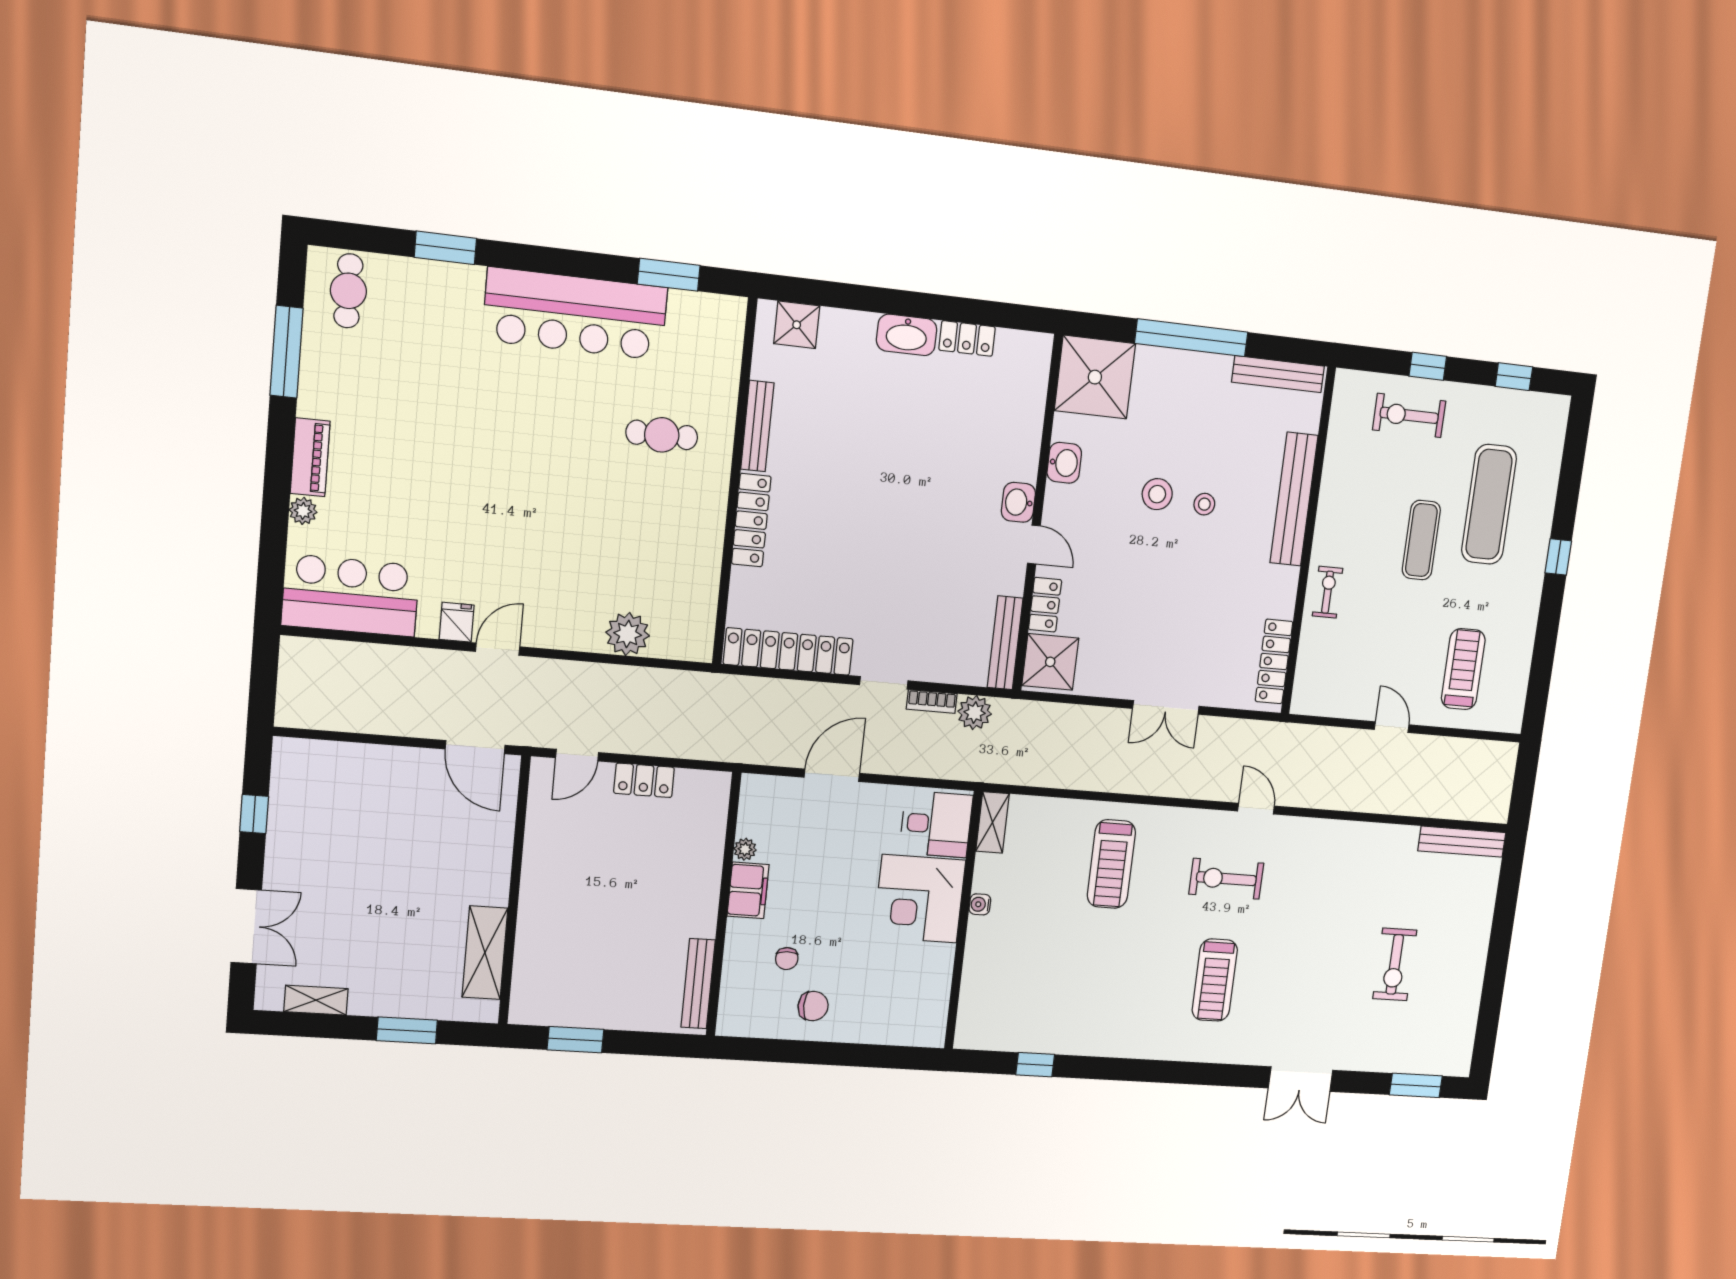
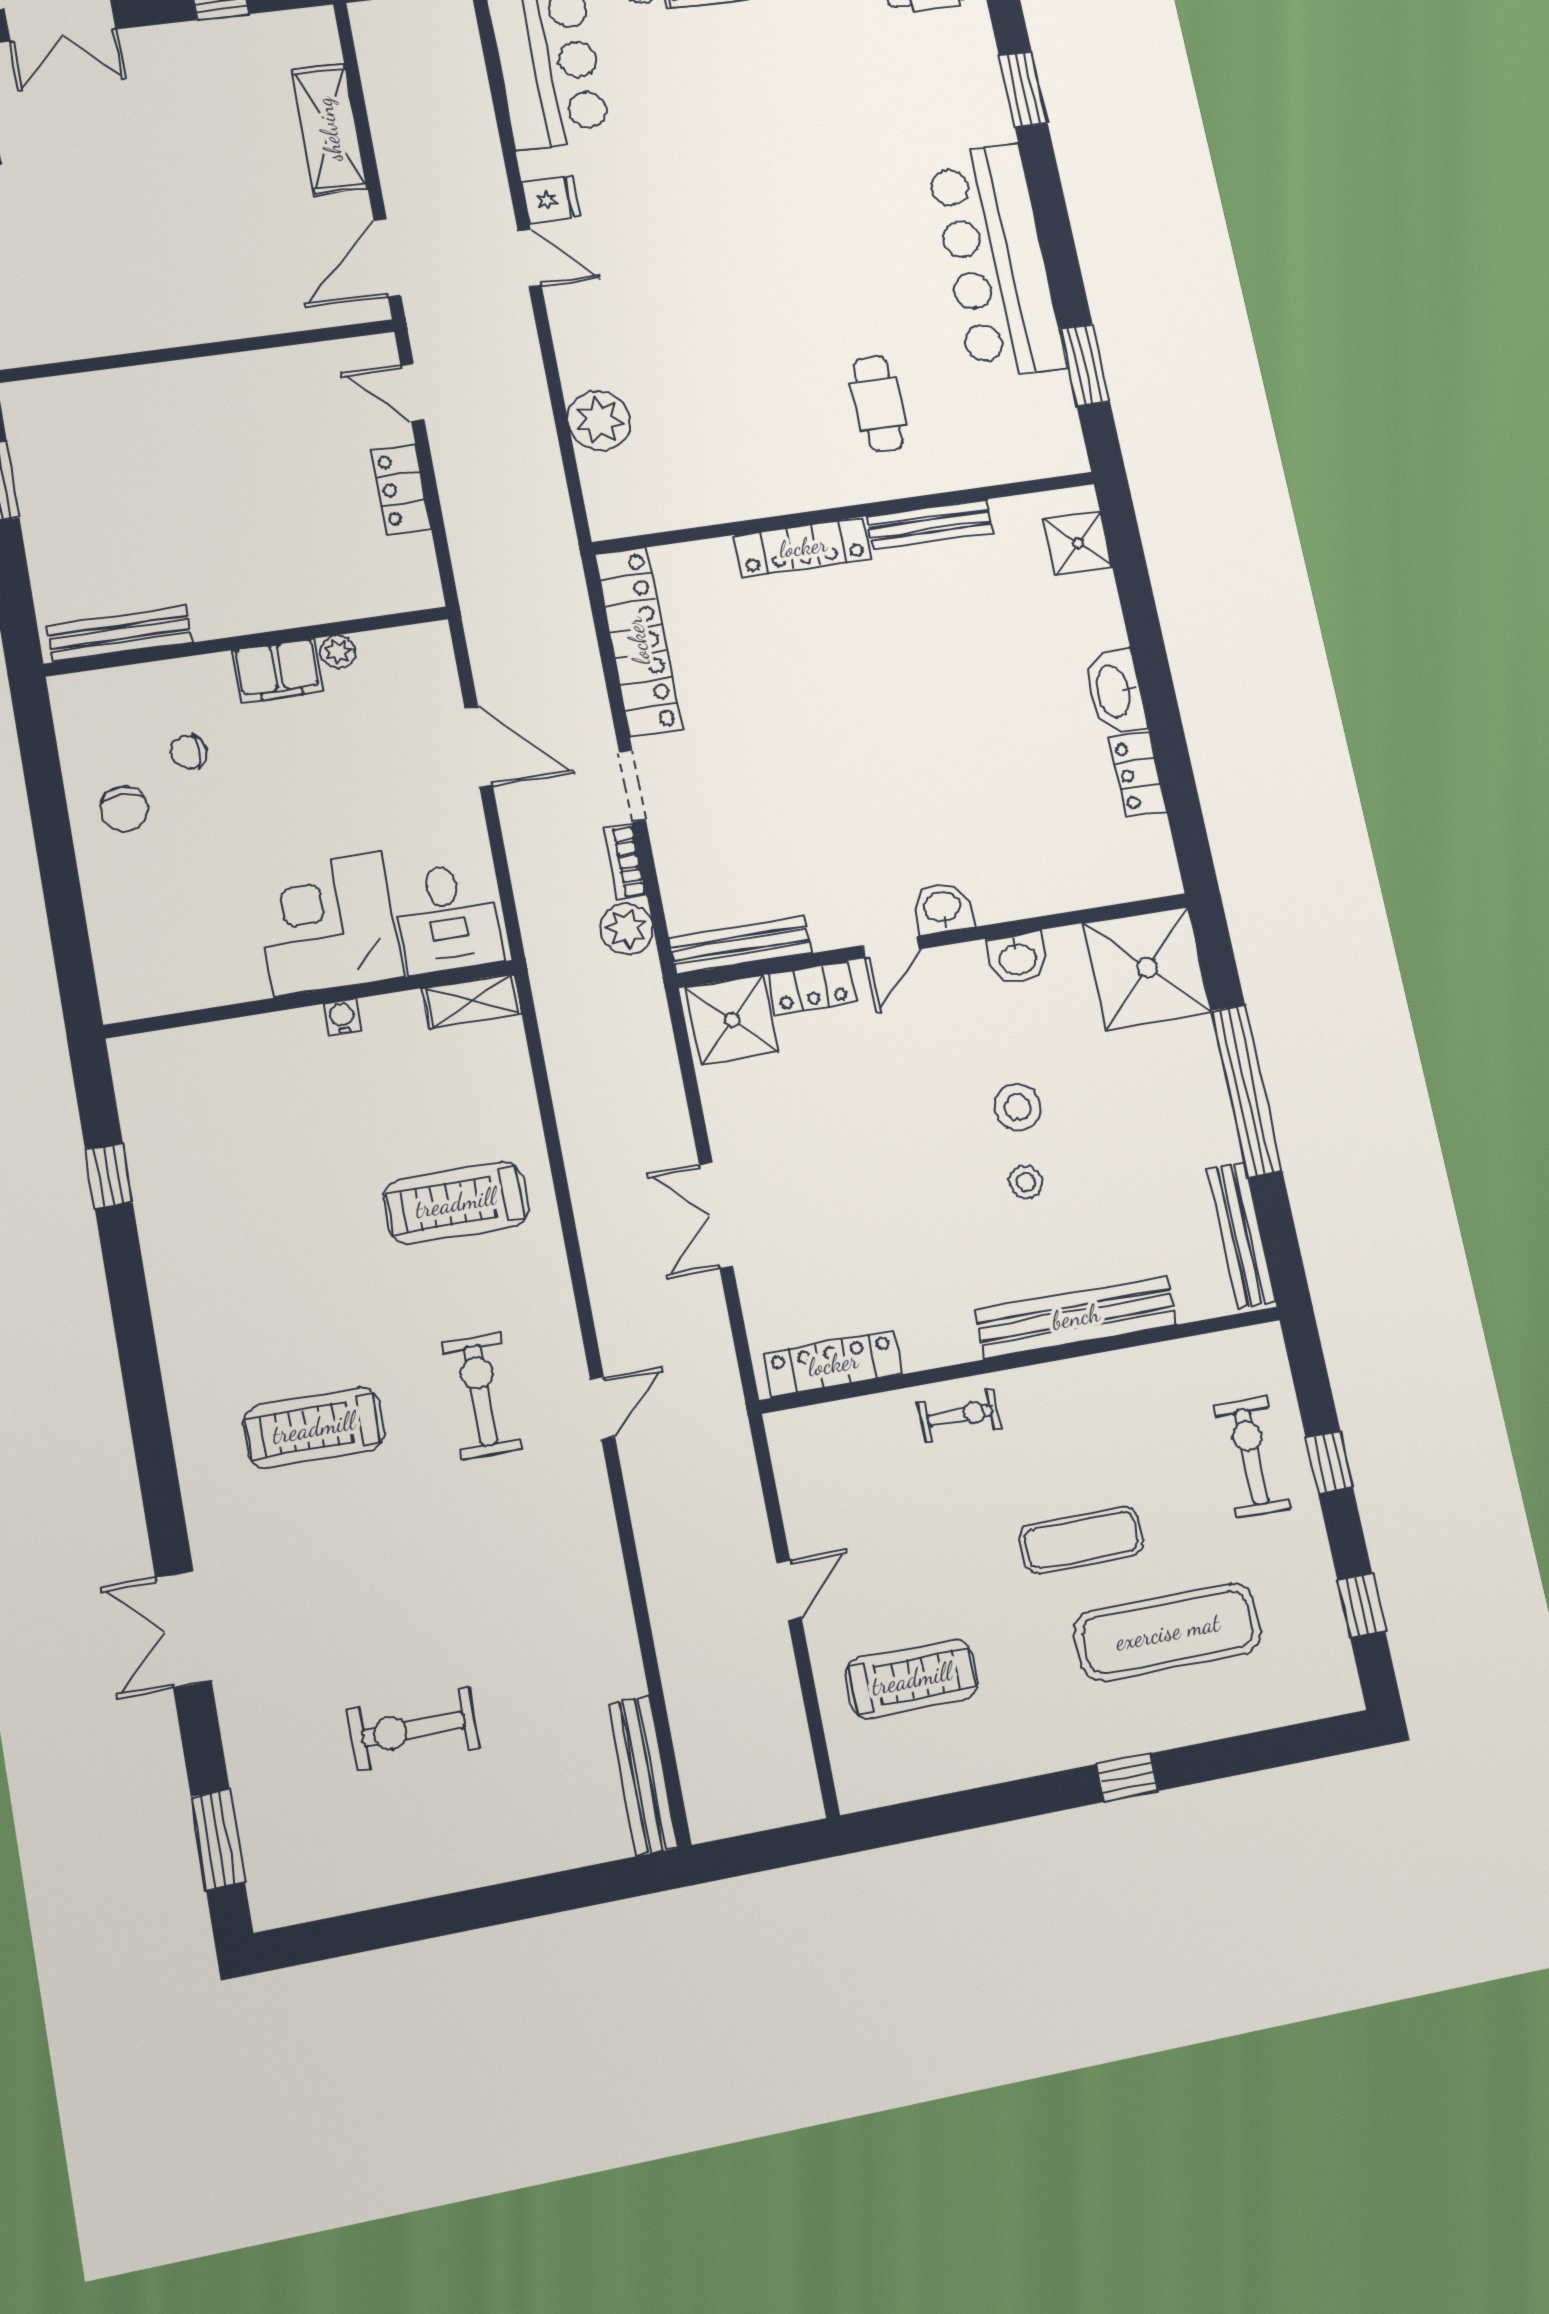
shelving: (485, 953) -> (329, 129), moved, turned 90

